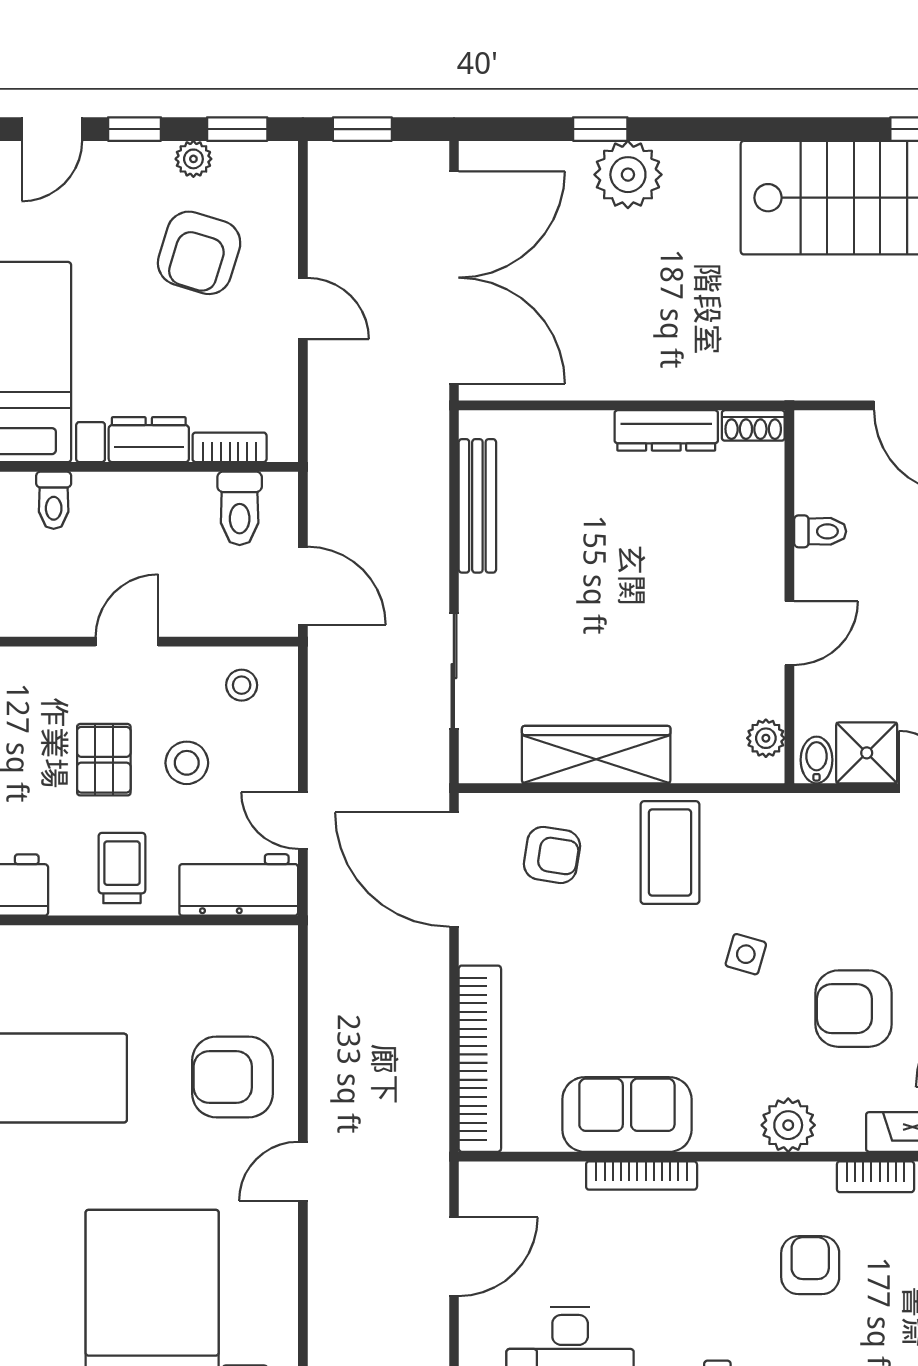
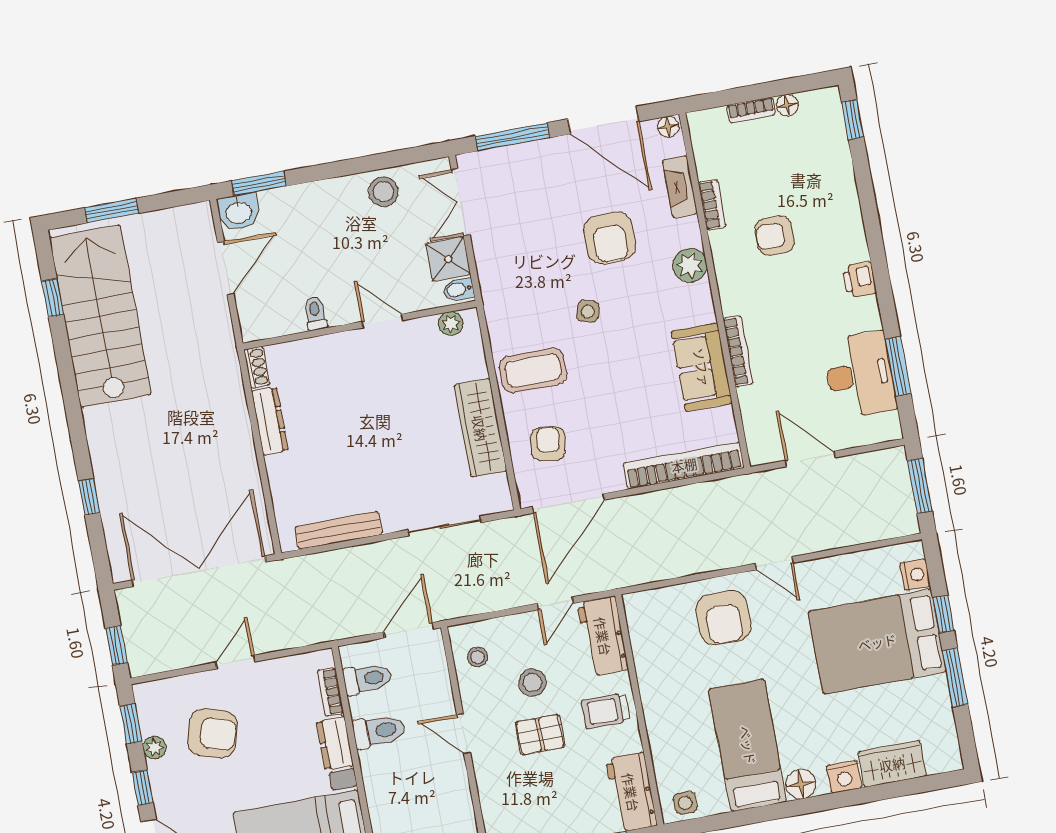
plant: (628, 175) -> (114, 474), removed
toilet: (54, 500) -> (379, 731), moved, width x1.37, depth x1.39

